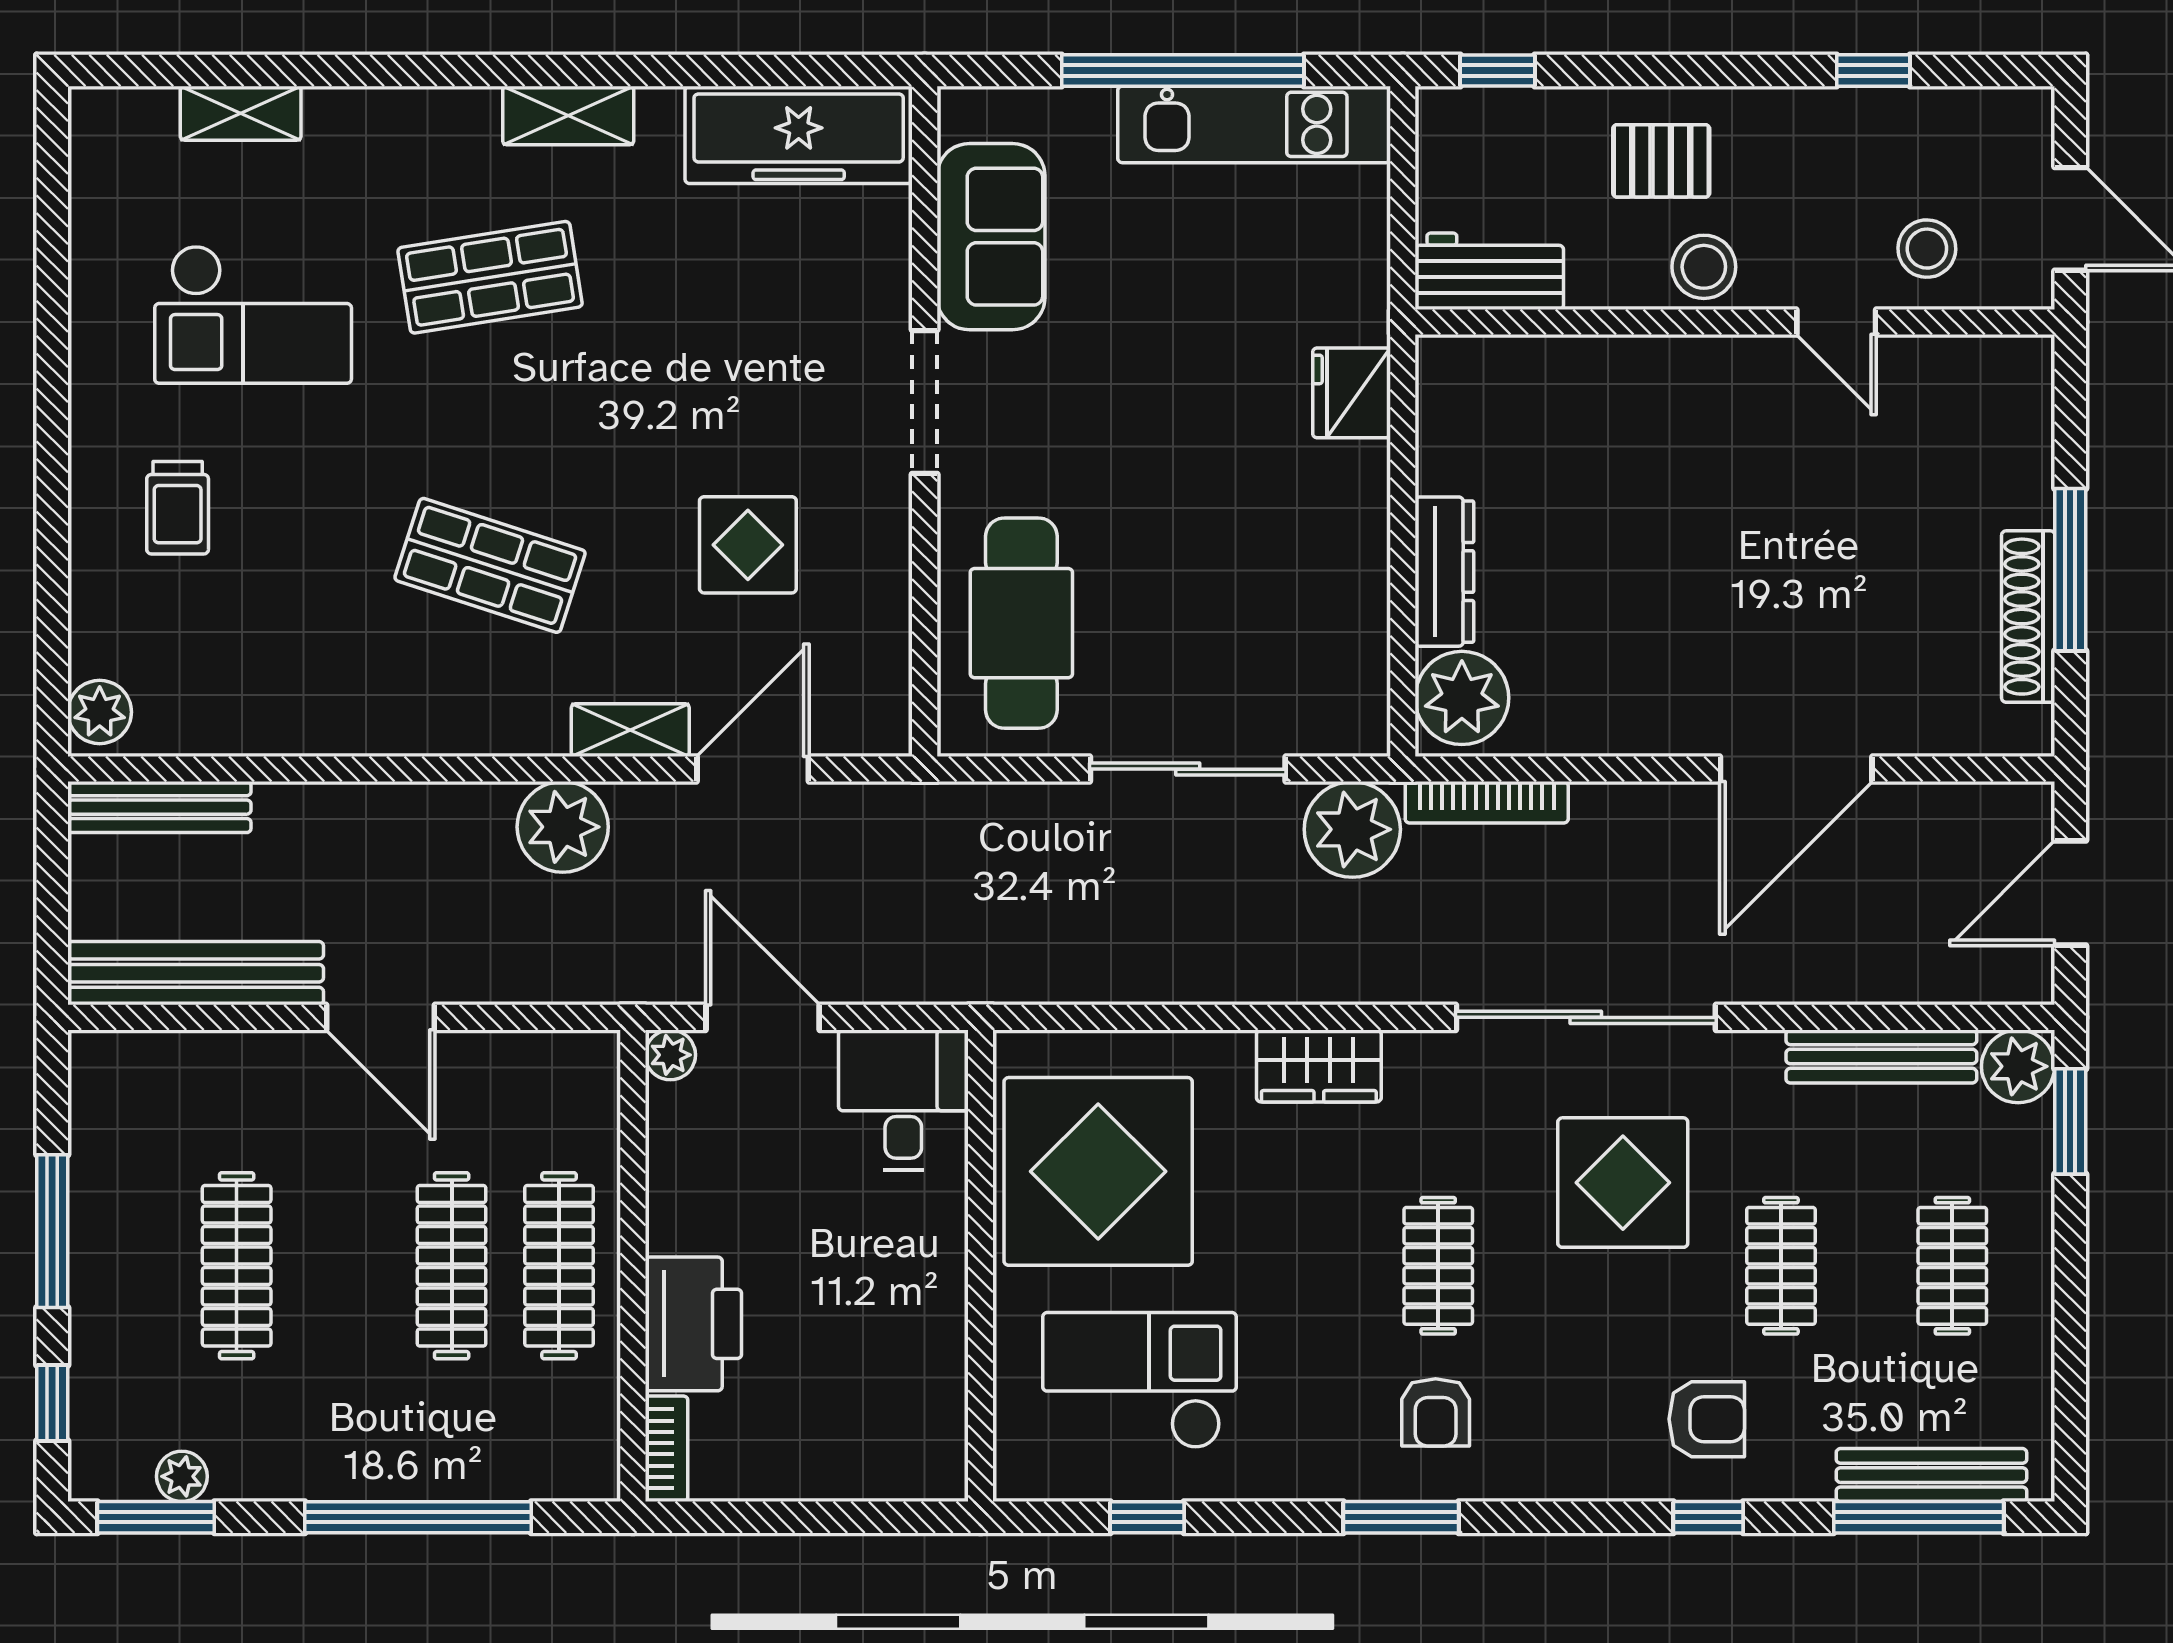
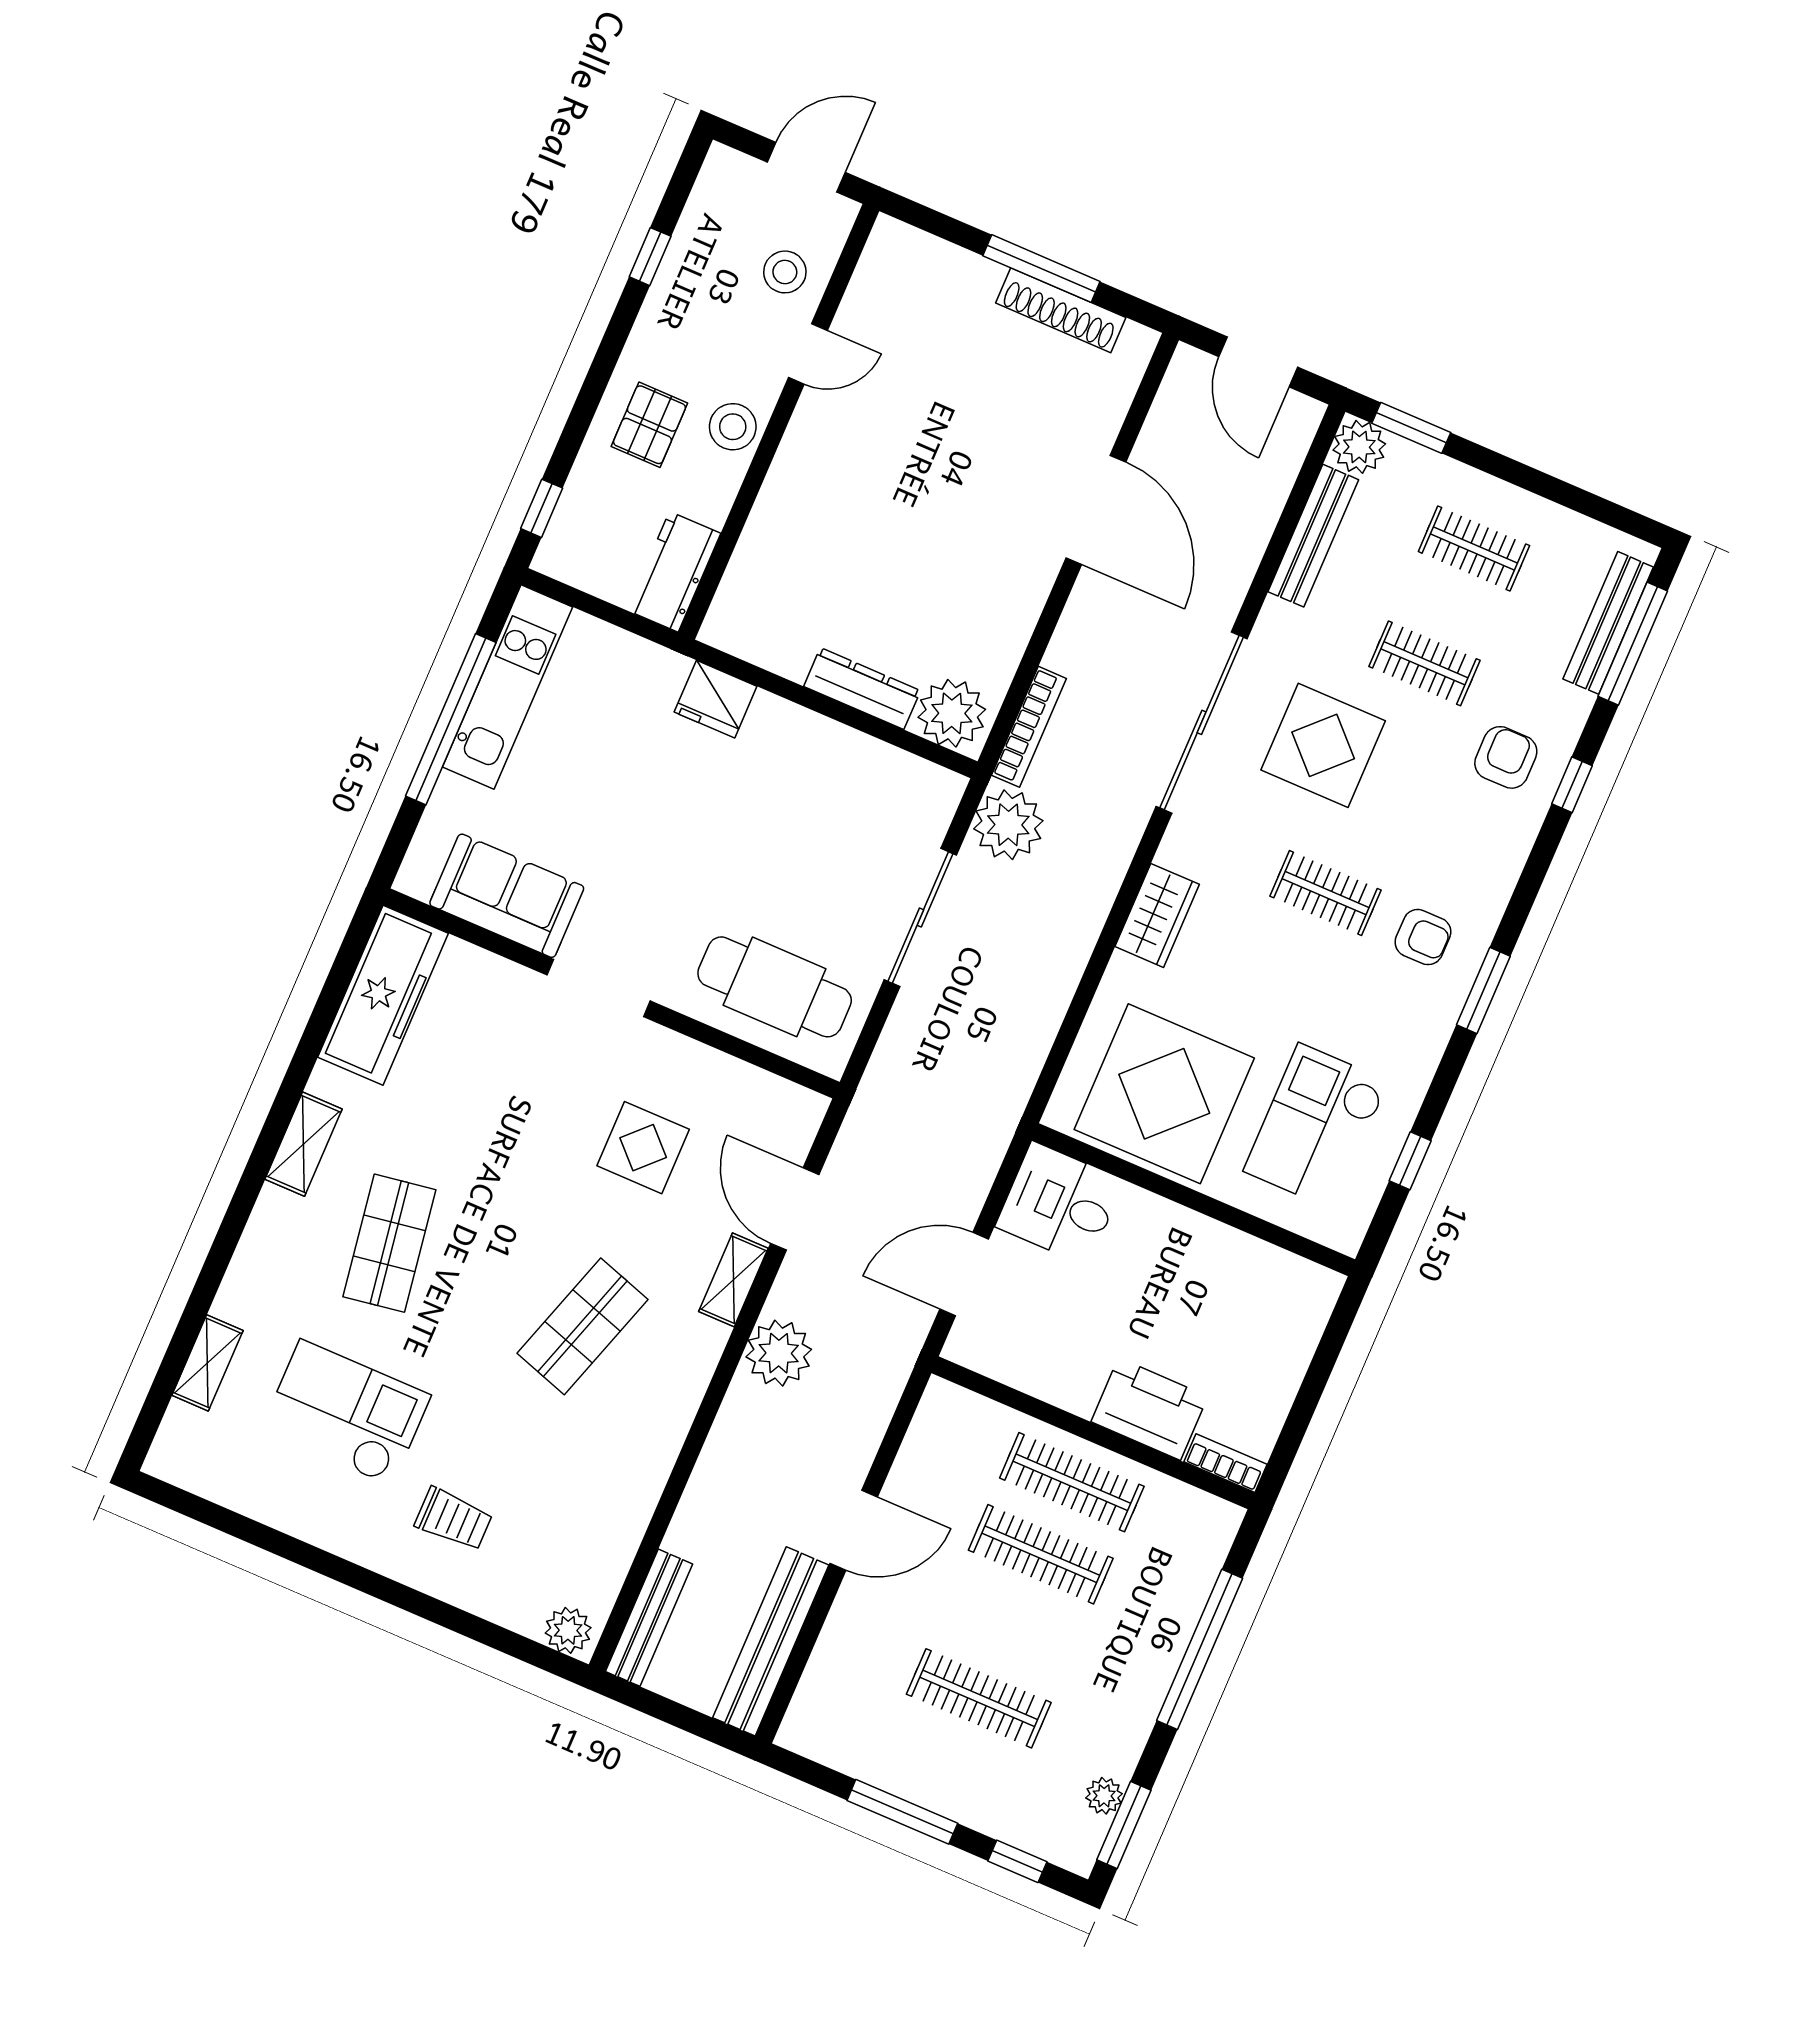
checkout: (253, 314) -> (346, 1413), turned -90
plant: (670, 1055) -> (963, 1347), removed

